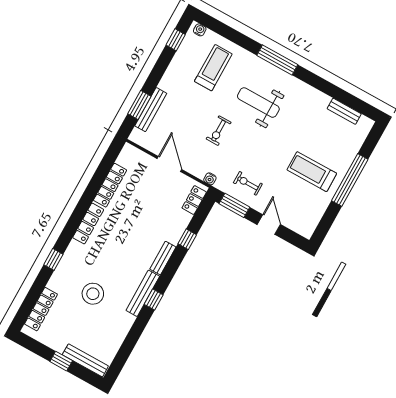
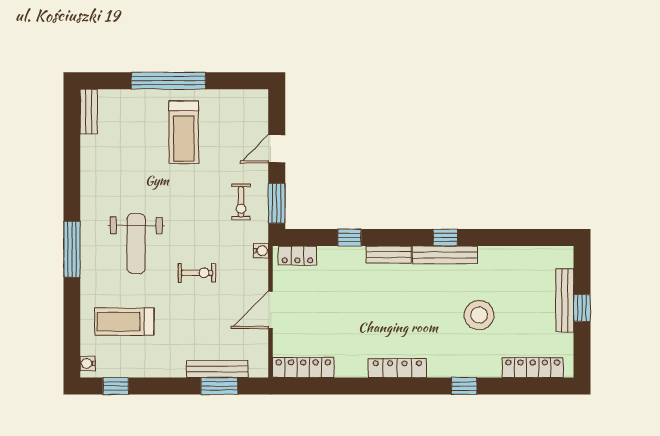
bench: (344, 111) -> (89, 112), moved
locker: (110, 185) -> (303, 367), moved
bench: (85, 360) -> (565, 300), moved

